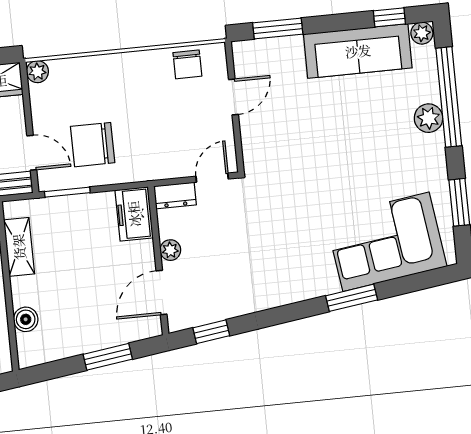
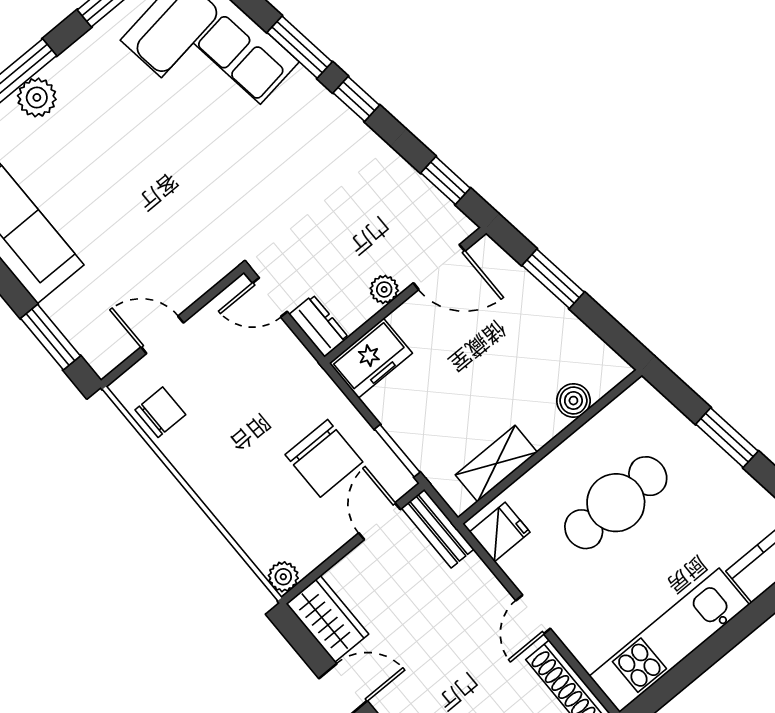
window: (297, 311) -> (356, 99), added

